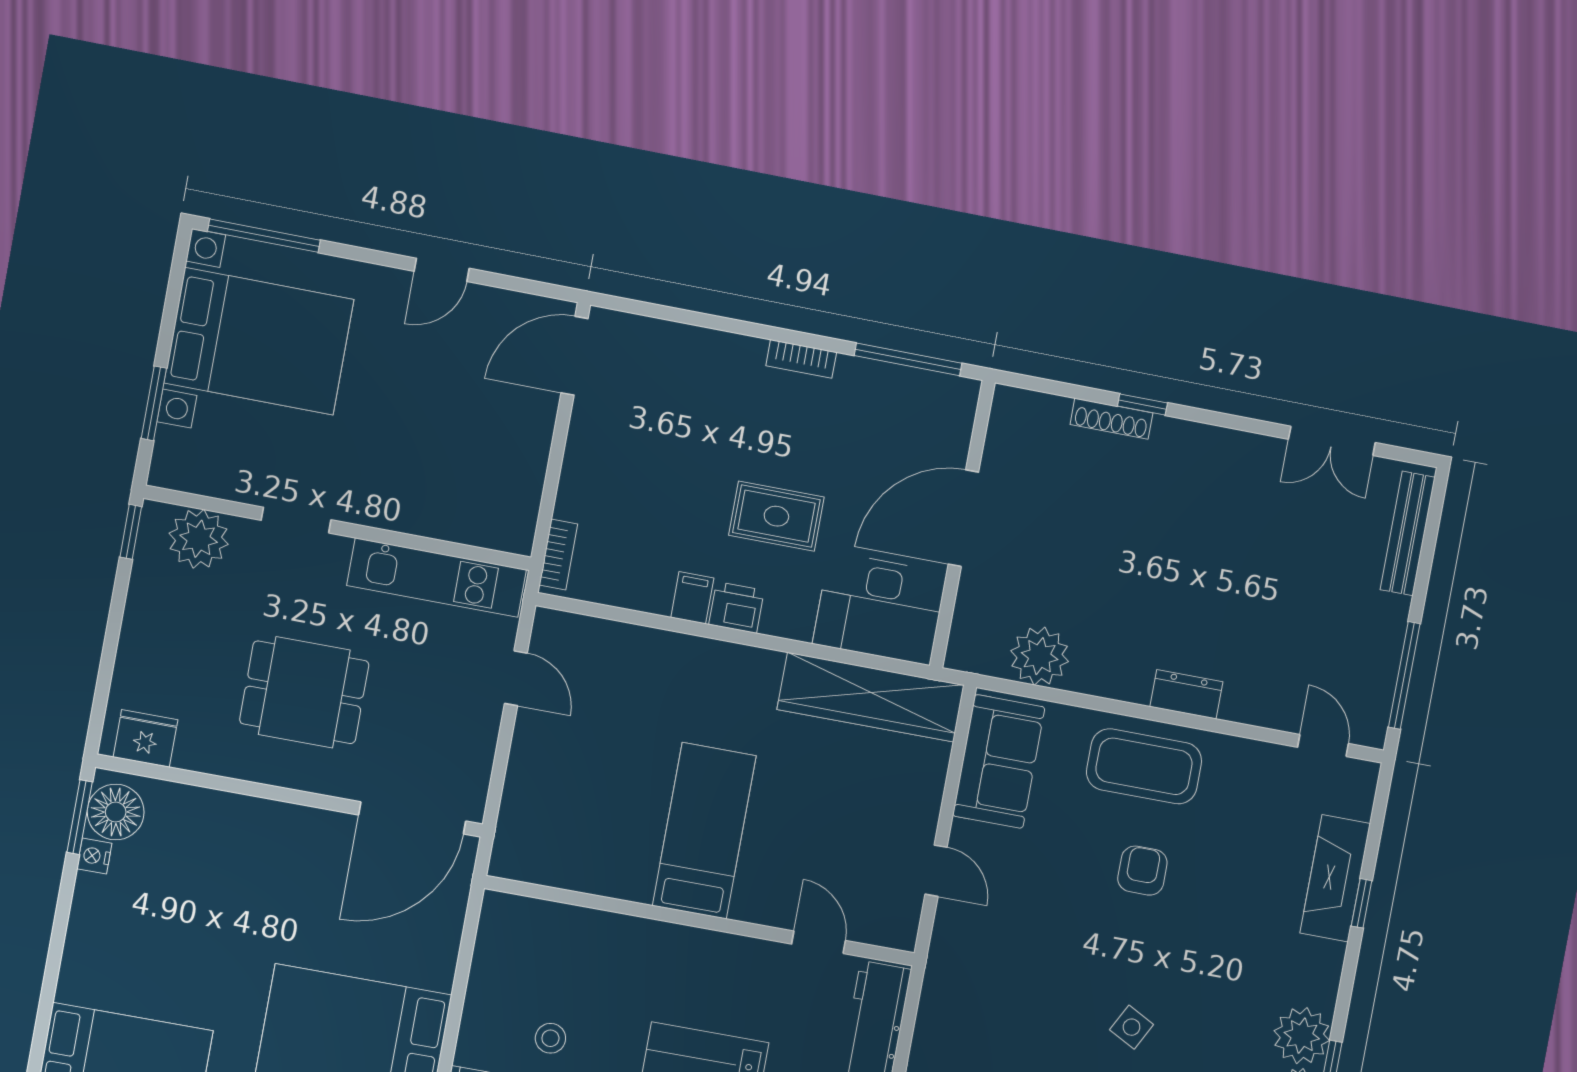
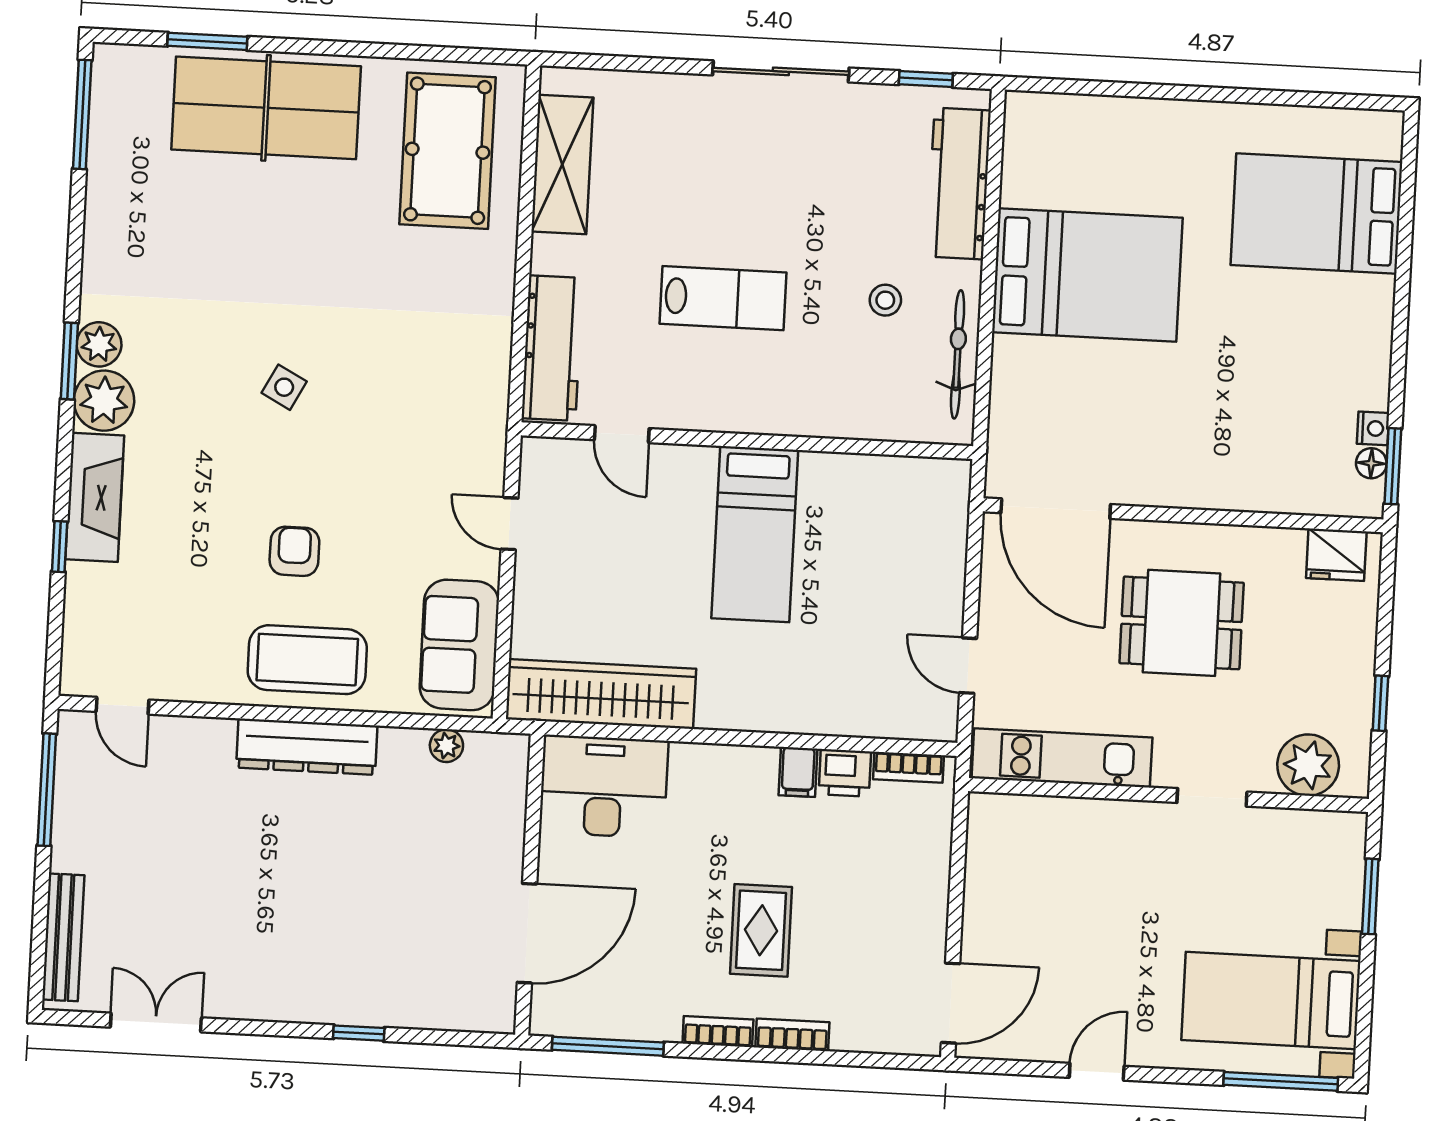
bed with nightstands: (259, 341) -> (1271, 1001), width x0.73
bookcase: (730, 346) -> (792, 1035), added
shoe rack: (1111, 419) -> (389, 1014), removed
rug: (776, 516) -> (761, 930), moved, turned 90
door: (963, 518) -> (527, 933), moved
window: (131, 532) -> (1380, 703), moved
bookcase: (558, 554) -> (908, 767), moved, turned -90
printer: (736, 607) -> (845, 773), moved
plant: (1040, 656) -> (446, 746), width x0.53, depth x0.53
dresser: (1186, 694) -> (307, 747), width x1.96, depth x1.24
floor lamp: (116, 812) -> (1371, 463), width x0.53, depth x0.53
door: (412, 818) -> (1056, 509), swing flipped
armchair: (1142, 871) -> (294, 551), turned 180
fireplace: (1335, 878) -> (95, 497), moved
bicycle: (488, 978) -> (958, 354), added

